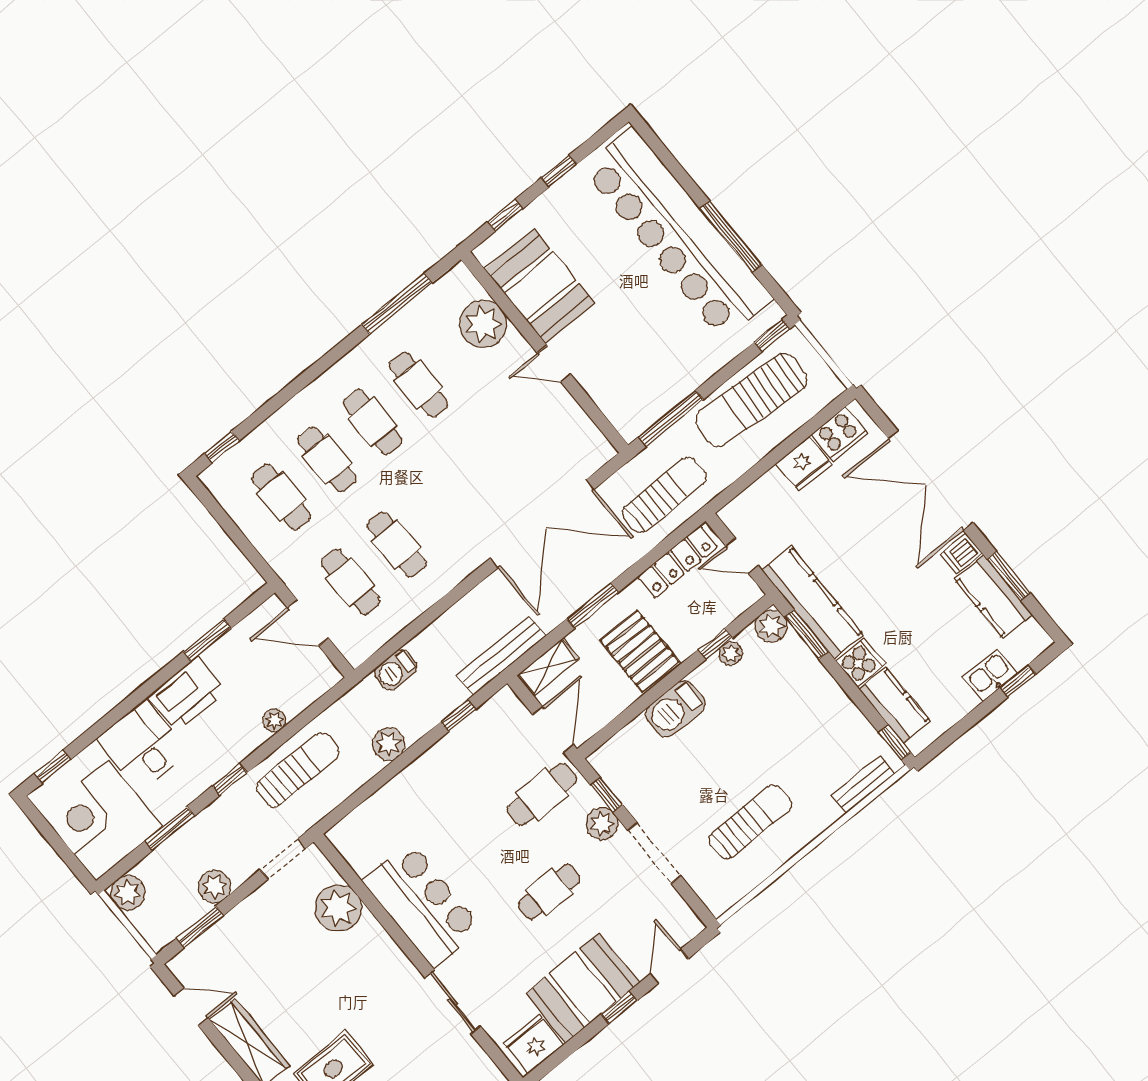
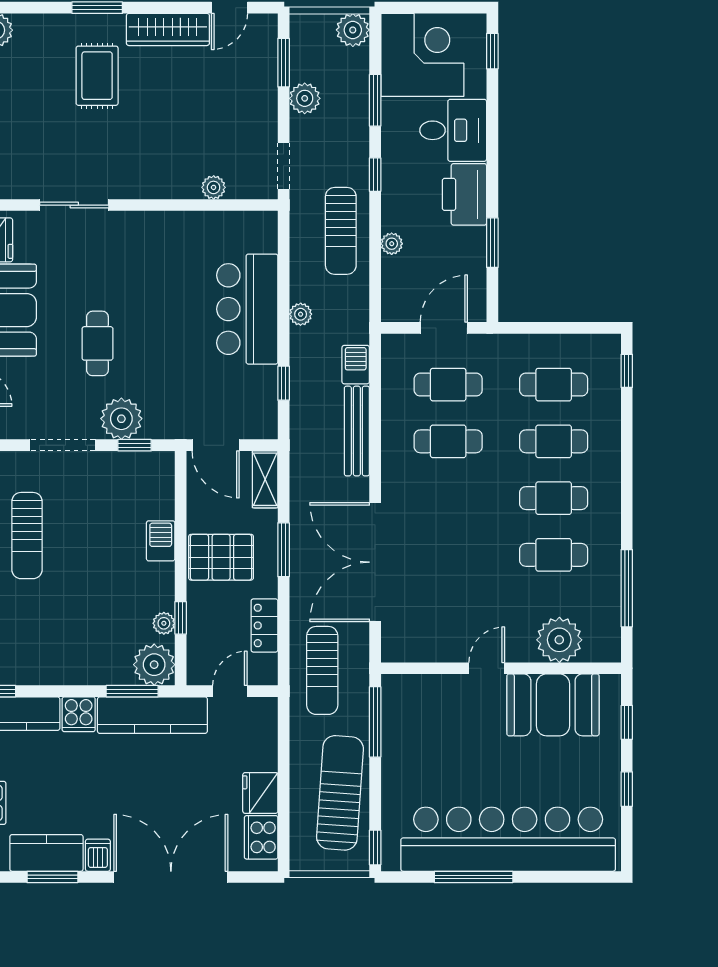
locker: (677, 562) -> (264, 625), width x0.66
plant: (771, 626) -> (154, 665), width x1.36, depth x1.36
bench: (501, 656) -> (357, 431), moved
barbecue: (675, 709) -> (161, 541), width x0.73, depth x0.79
plant: (389, 744) -> (301, 314), width x0.73, depth x0.73
cafe table: (542, 794) -> (174, 397), removed
plant: (602, 824) -> (121, 419), width x1.36, depth x1.36
bar counter: (422, 905) -> (247, 309), moved, turned 90
plant: (338, 908) -> (214, 187), width x0.53, depth x0.53

